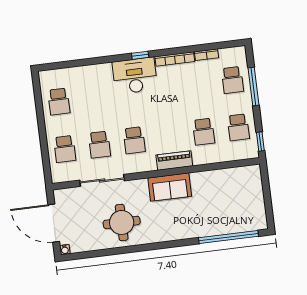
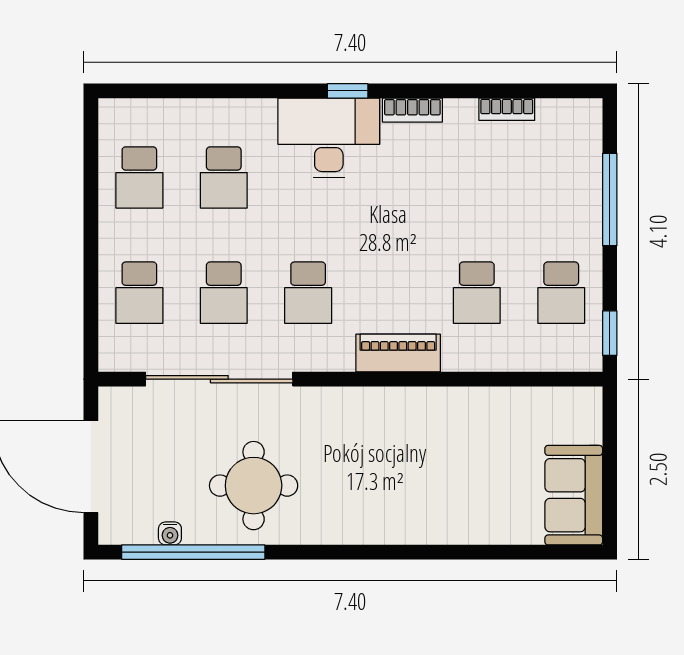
bookcase: (175, 59) -> (412, 110), width x0.64
school desk: (232, 80) -> (224, 177), moved
sliding door: (102, 180) -> (219, 379), width x1.36
sofa: (170, 187) -> (574, 495), moved, turned 90
window: (228, 237) -> (193, 552), moved
water cooler: (65, 250) -> (170, 533), moved

